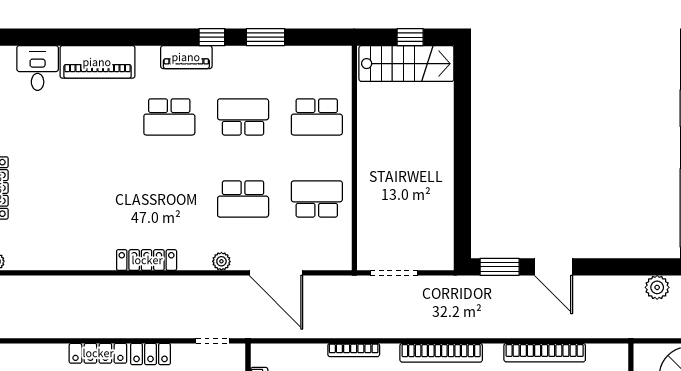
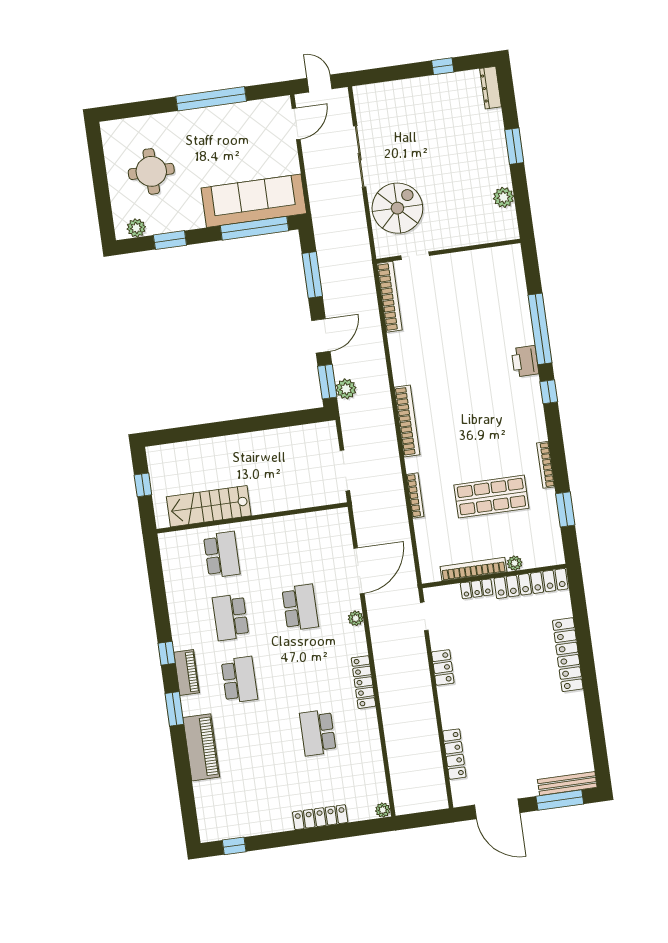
window: (265, 37) -> (174, 709), moved
stairs: (406, 64) -> (209, 506), moved, turned -90
desk: (38, 68) -> (214, 797), removed
school desk: (317, 199) -> (318, 733), moved
window: (625, 267) -> (312, 275), added
plant: (657, 287) -> (346, 389), moved
locker: (98, 353) -> (454, 754), moved
bookcase: (545, 353) -> (390, 297), moved

